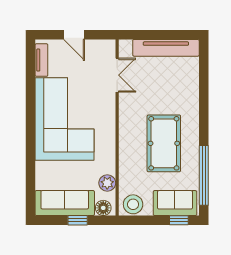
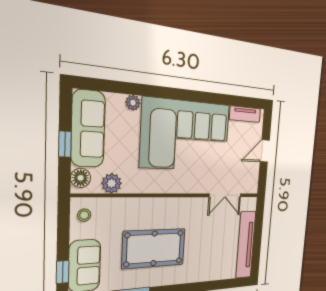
plant: (41, 168) -> (133, 103), added
stool: (133, 204) -> (84, 215), width x0.53, depth x0.53

